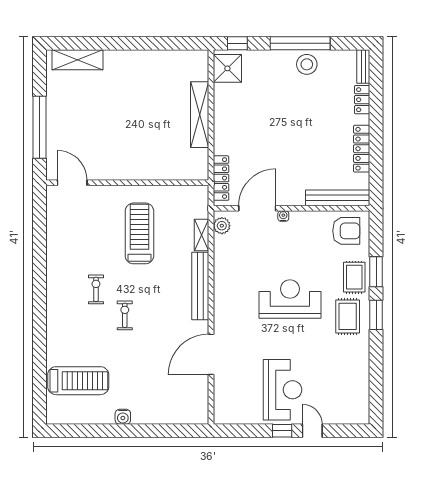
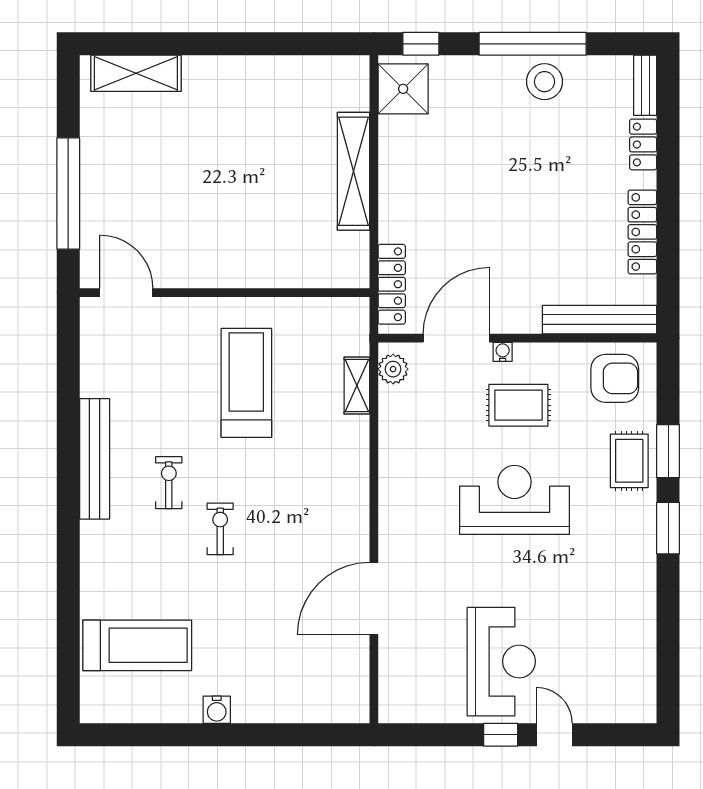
bench: (200, 286) -> (95, 459), moved
rug: (348, 316) -> (518, 405), moved, turned 90

